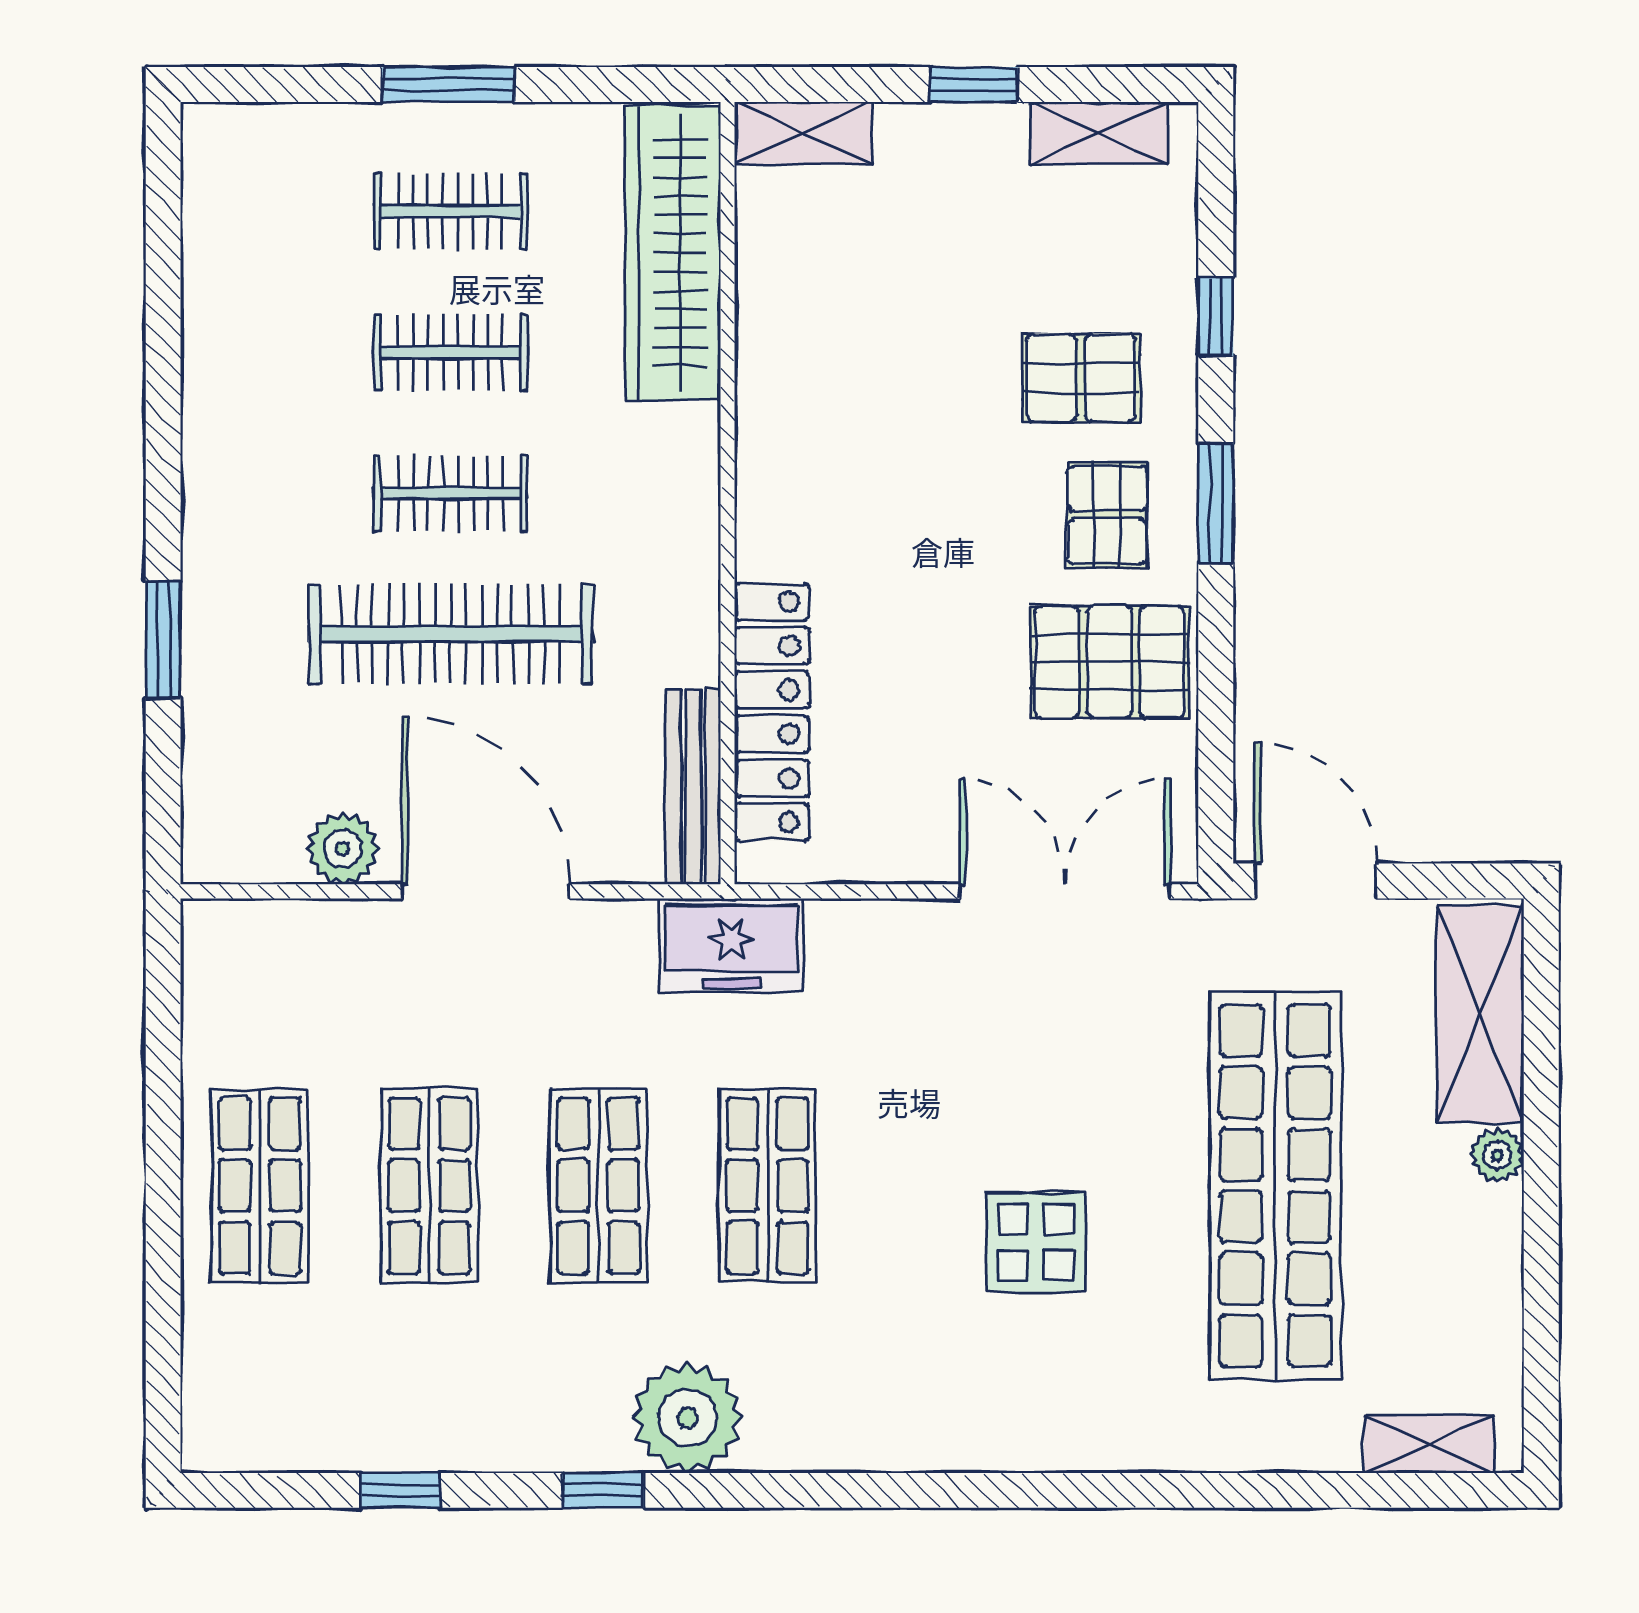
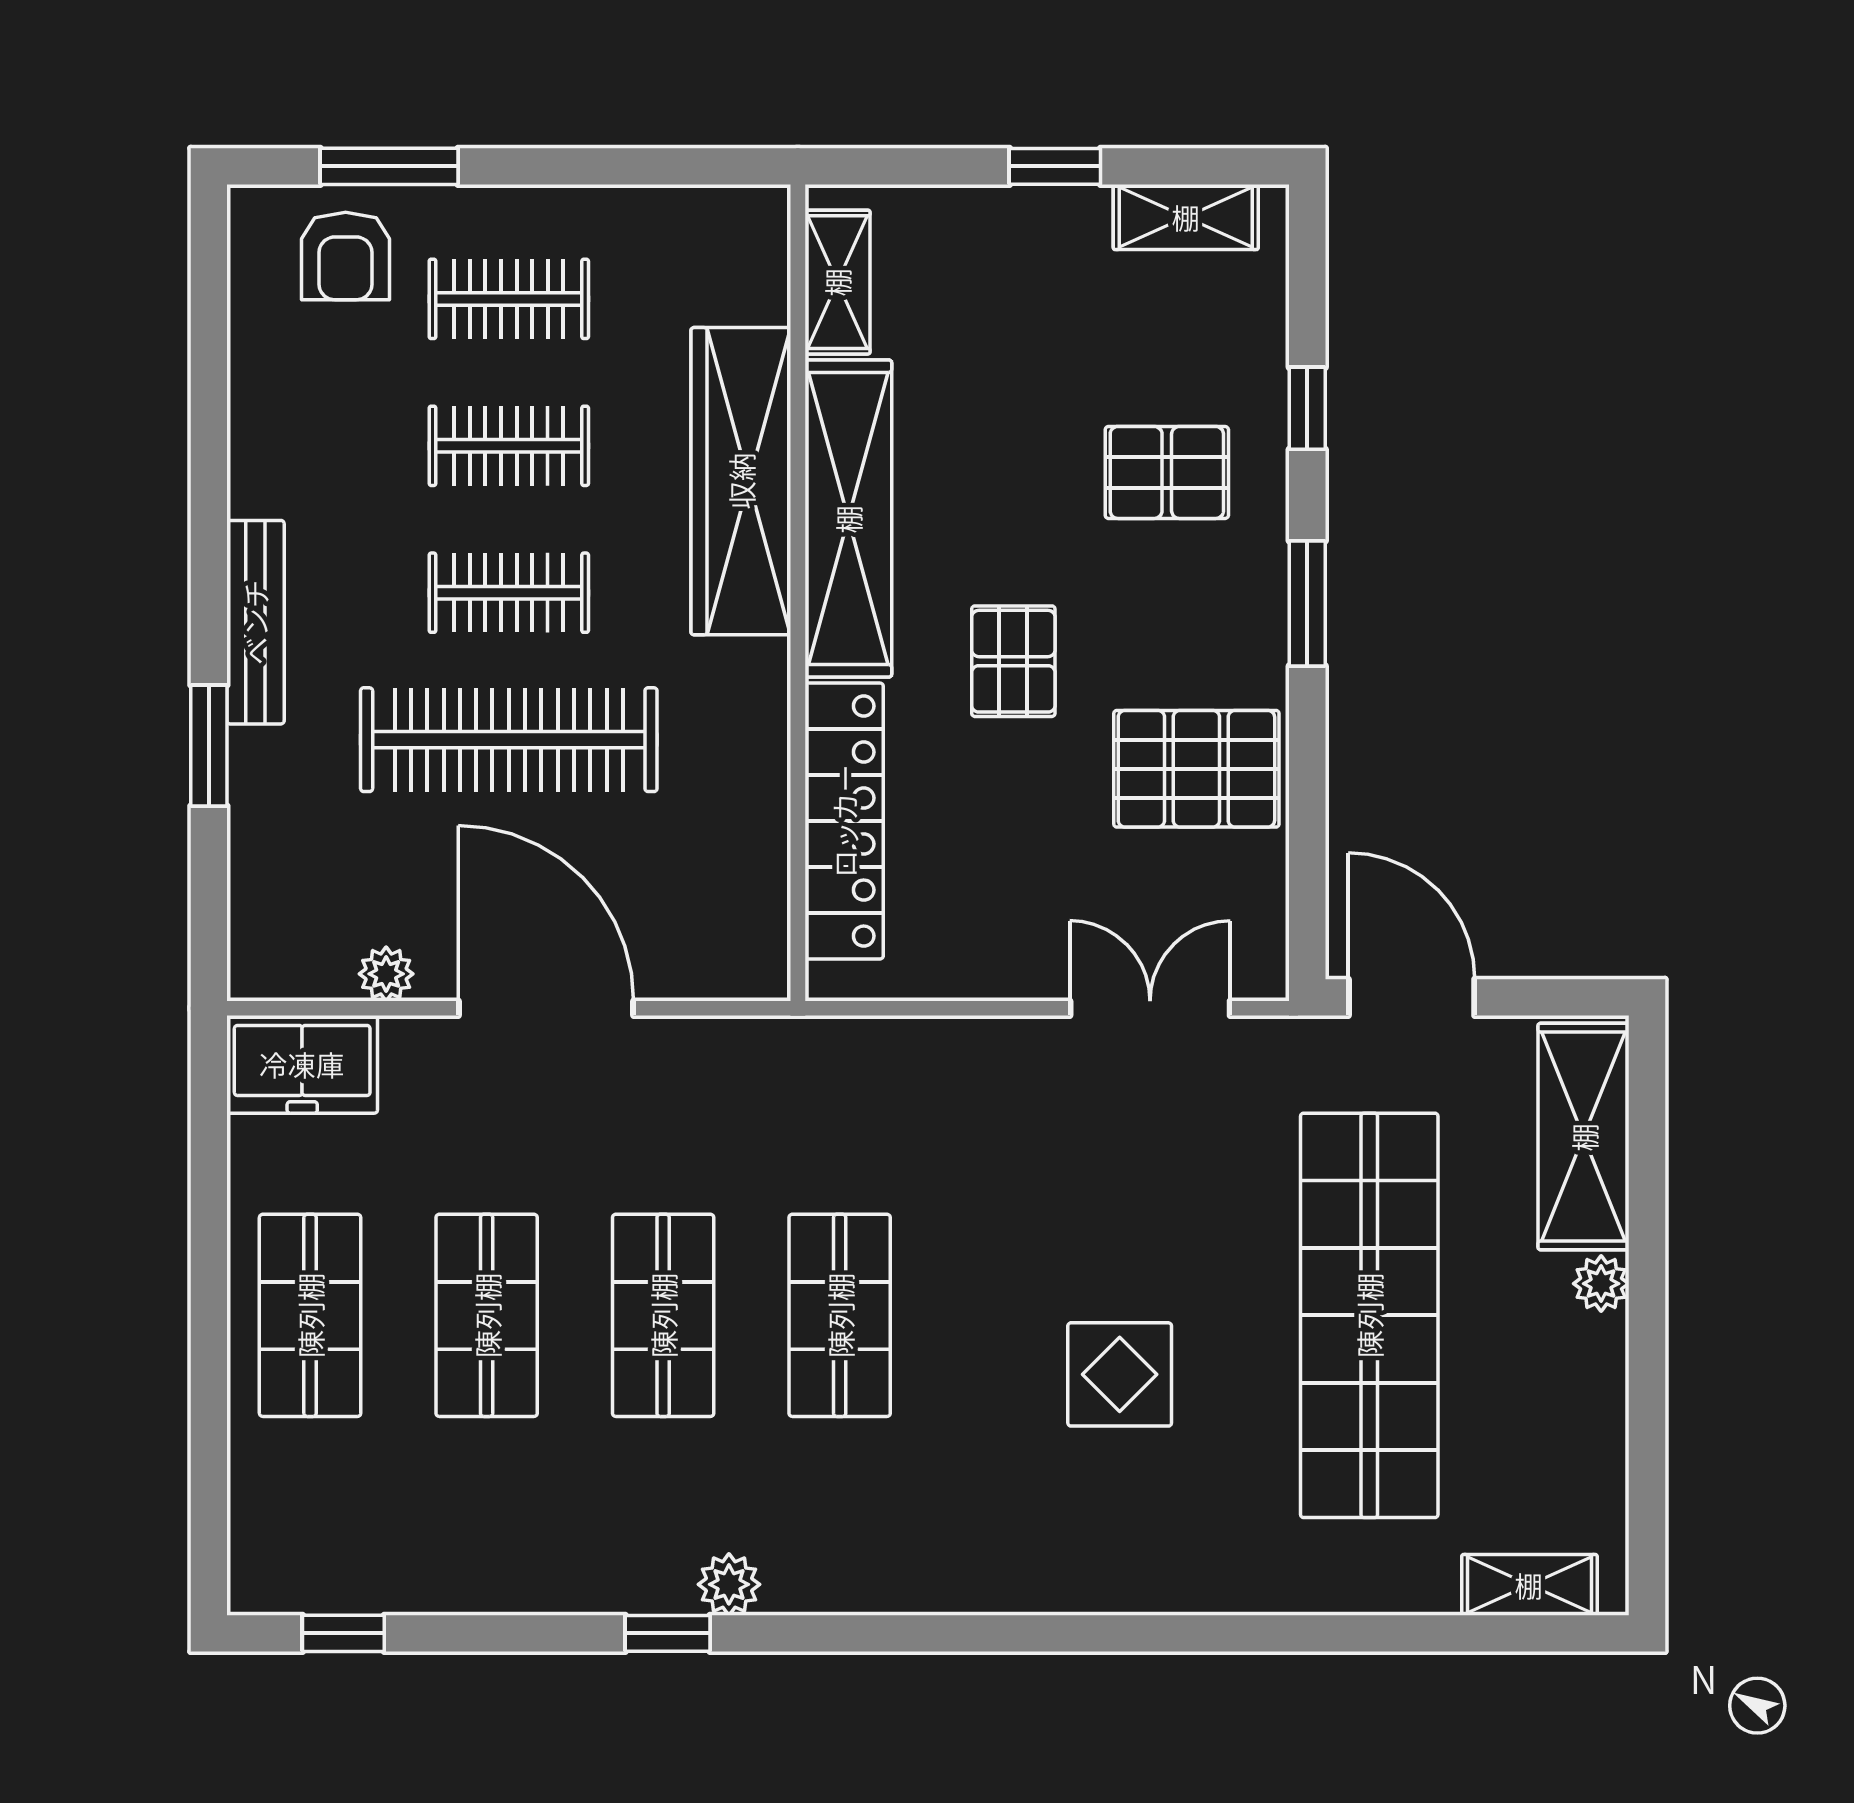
window: (448, 85) -> (389, 166), moved
shelving: (803, 133) -> (837, 282), moved, turned 90
armchair: (294, 171) -> (346, 256), added
wardrobe: (673, 252) -> (741, 481), moved
shelving: (776, 422) -> (848, 519), added
pallet: (1107, 515) -> (1013, 661), moved
bench: (693, 787) -> (255, 622), moved
plant: (343, 849) -> (386, 974), width x0.73, depth x0.73
double door: (1065, 891) -> (1150, 1008), width x0.73
freezer: (731, 945) -> (302, 1064), moved
plant: (687, 1418) -> (729, 1584), width x0.53, depth x0.53
window: (400, 1490) -> (343, 1633), moved

